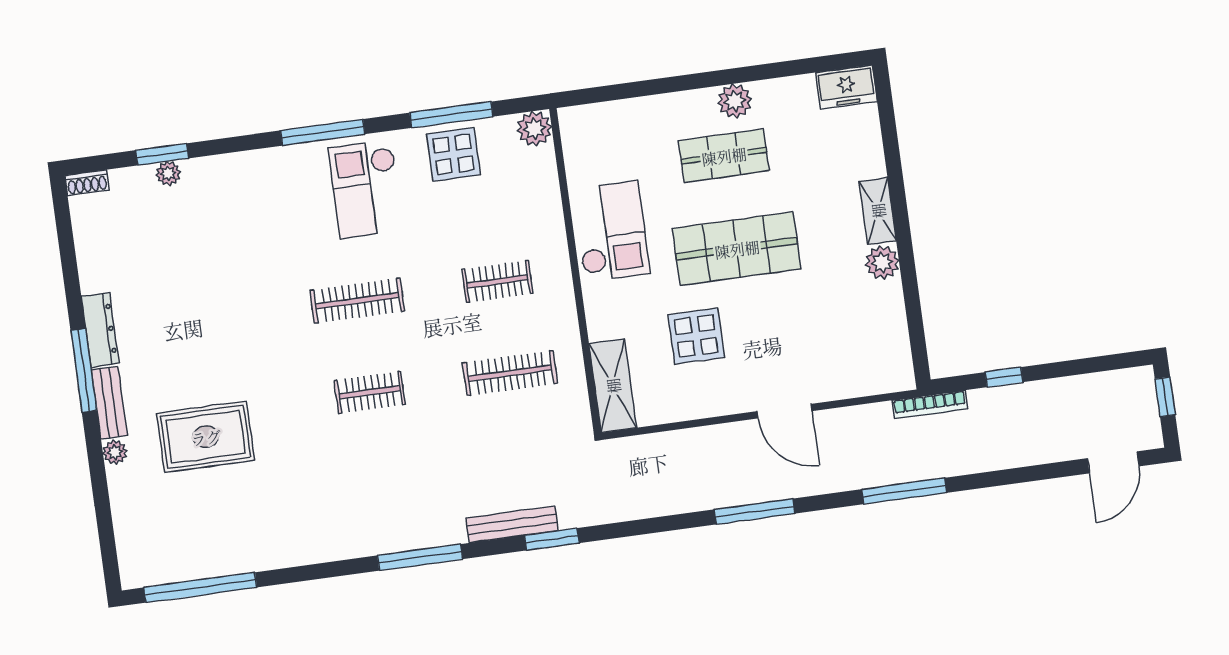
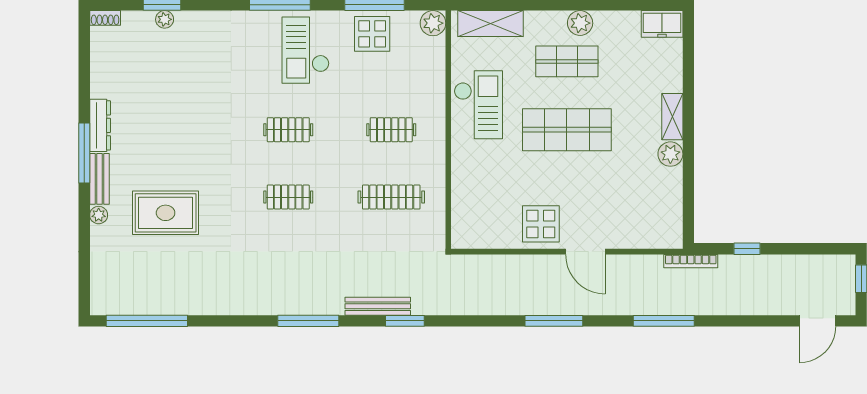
clothes rail: (357, 301) -> (288, 130), width x0.73
display table: (696, 336) -> (541, 224), moved
shelving: (613, 386) -> (490, 24), moved, turned 90

